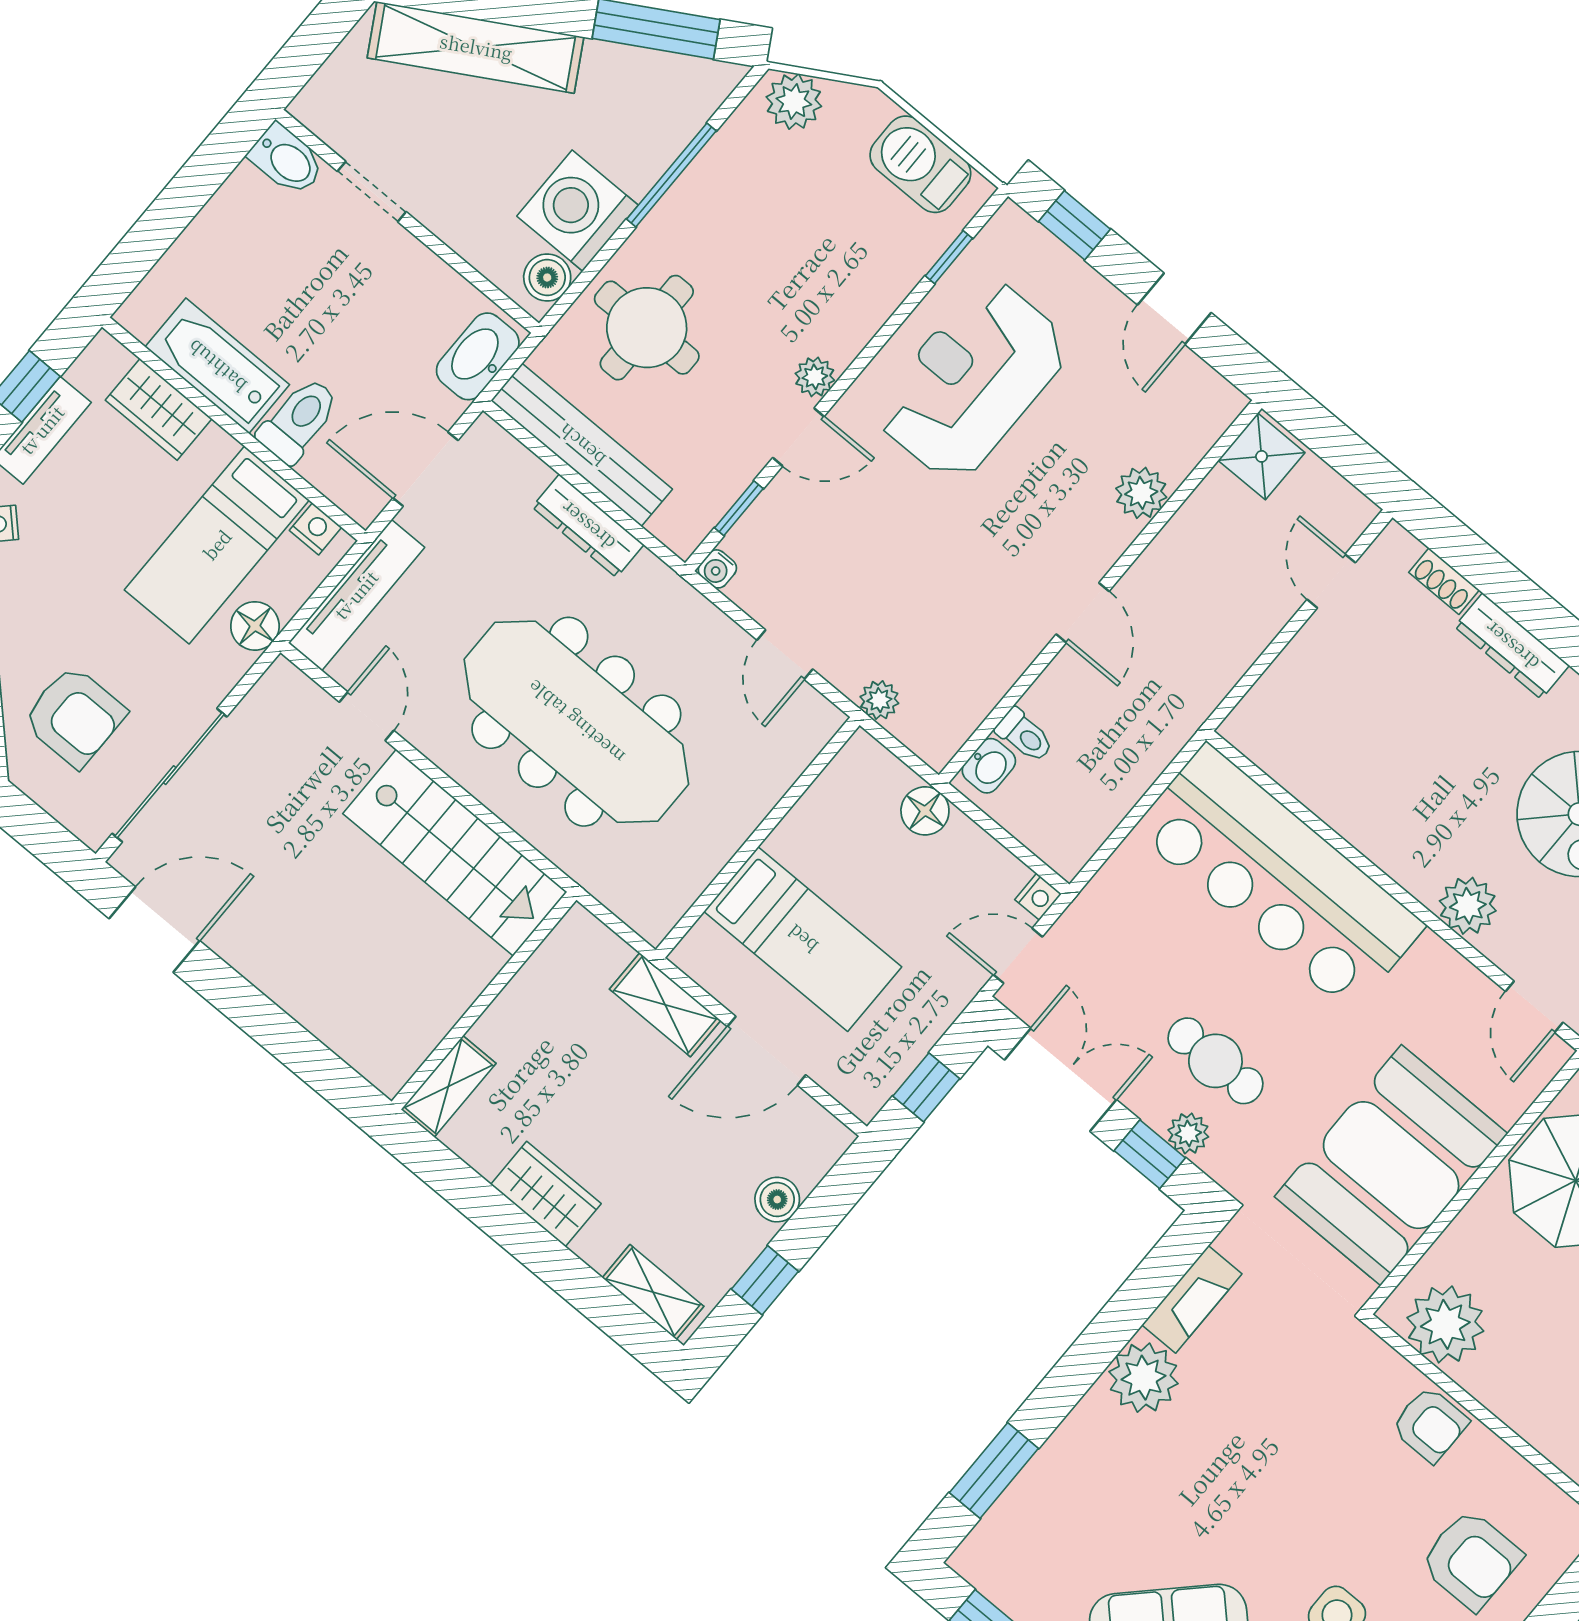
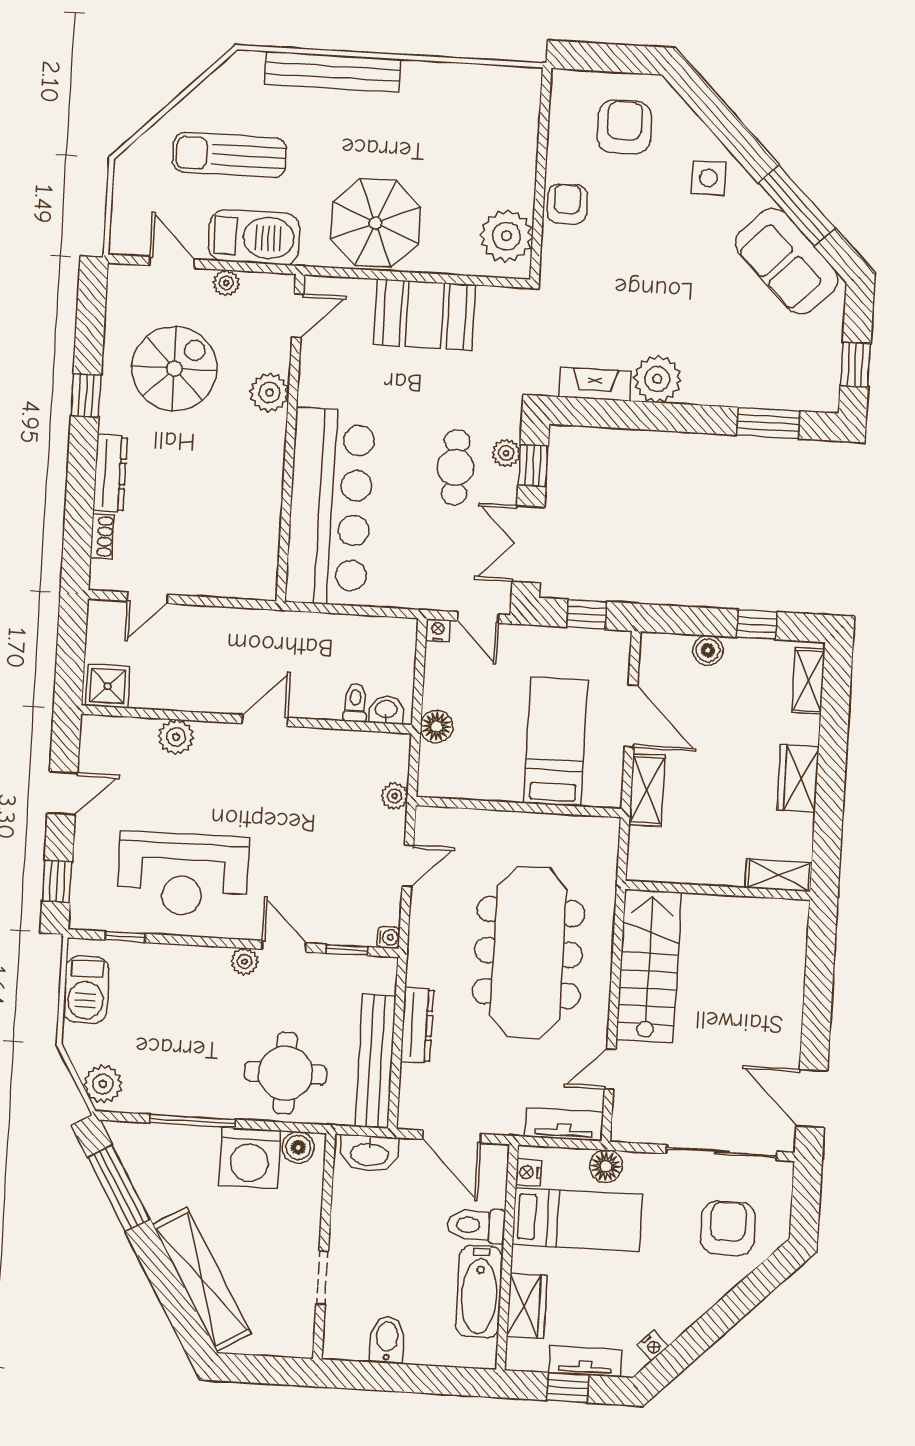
bidet: (287, 160) -> (387, 1340), moved
tv unit: (356, 595) -> (564, 1124), width x0.71
booth: (1391, 1165) -> (425, 315), width x0.73, depth x0.70

